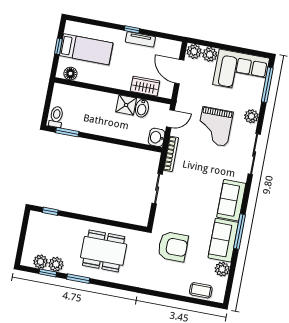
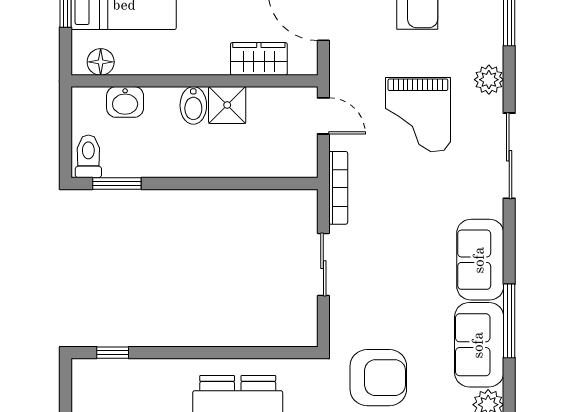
bidet: (142, 108) -> (193, 105), moved
door: (170, 119) -> (323, 116), hinge flipped
washbasin: (157, 137) -> (125, 102), moved, turned -90

